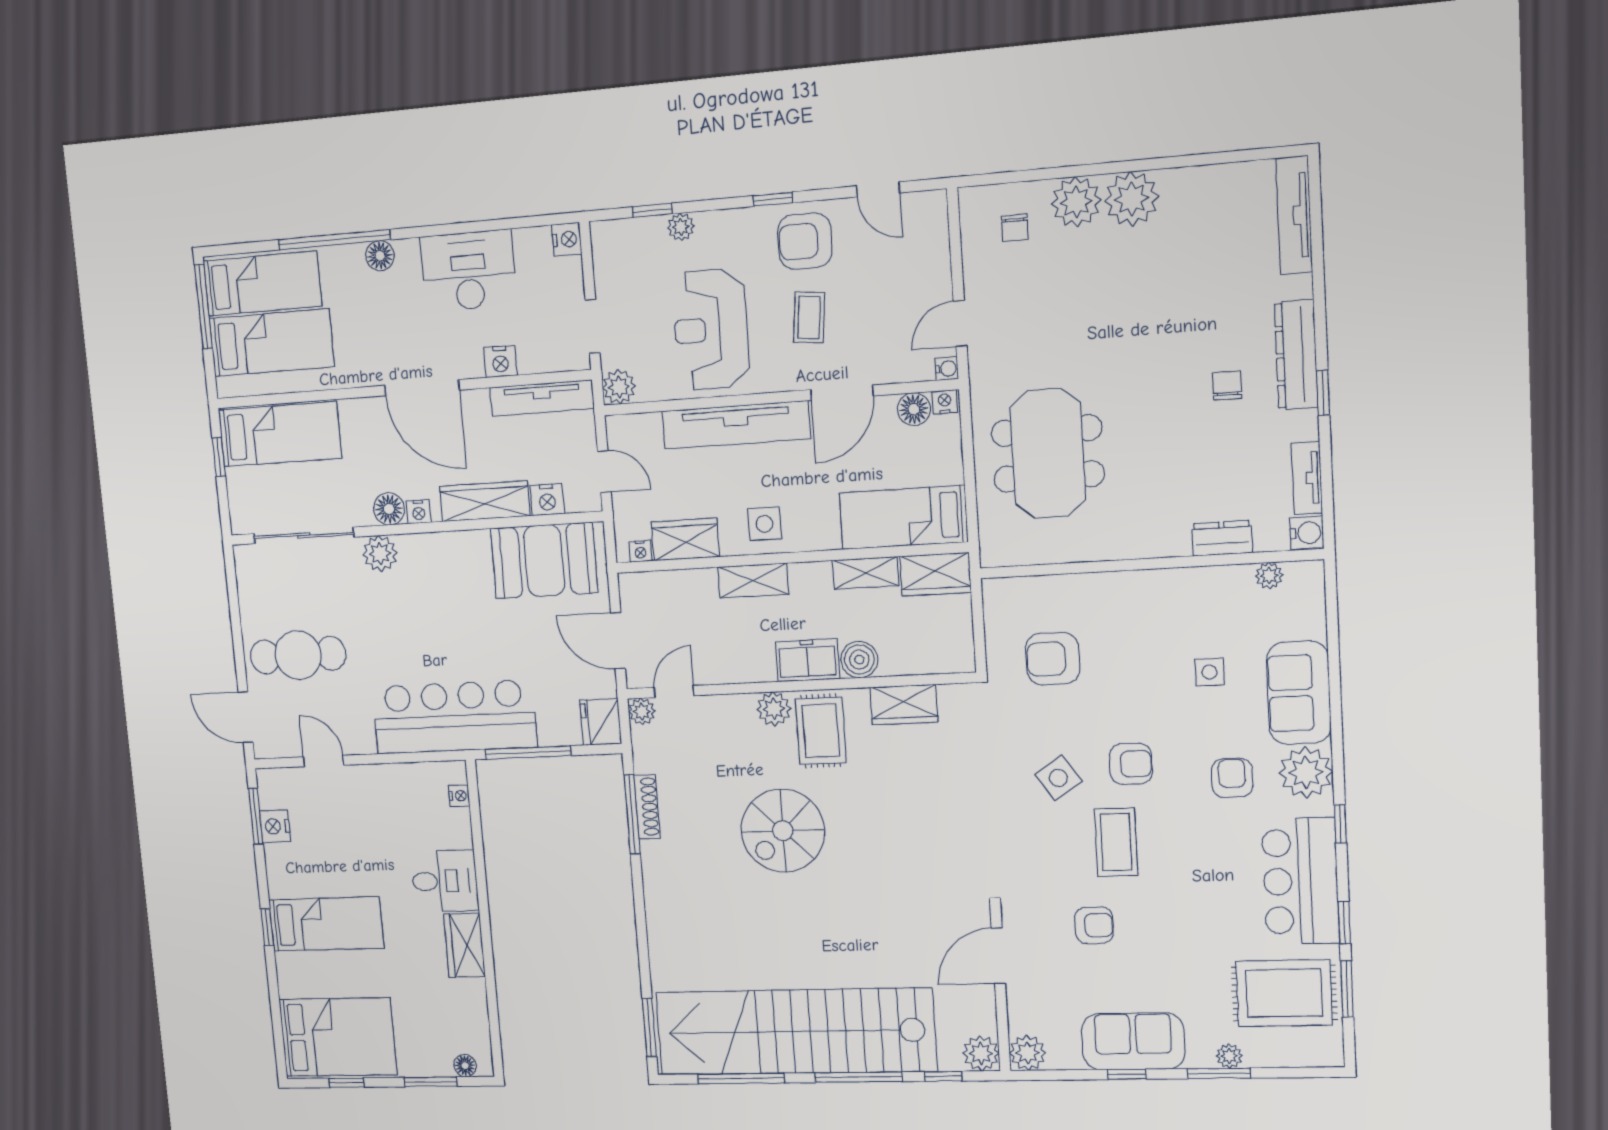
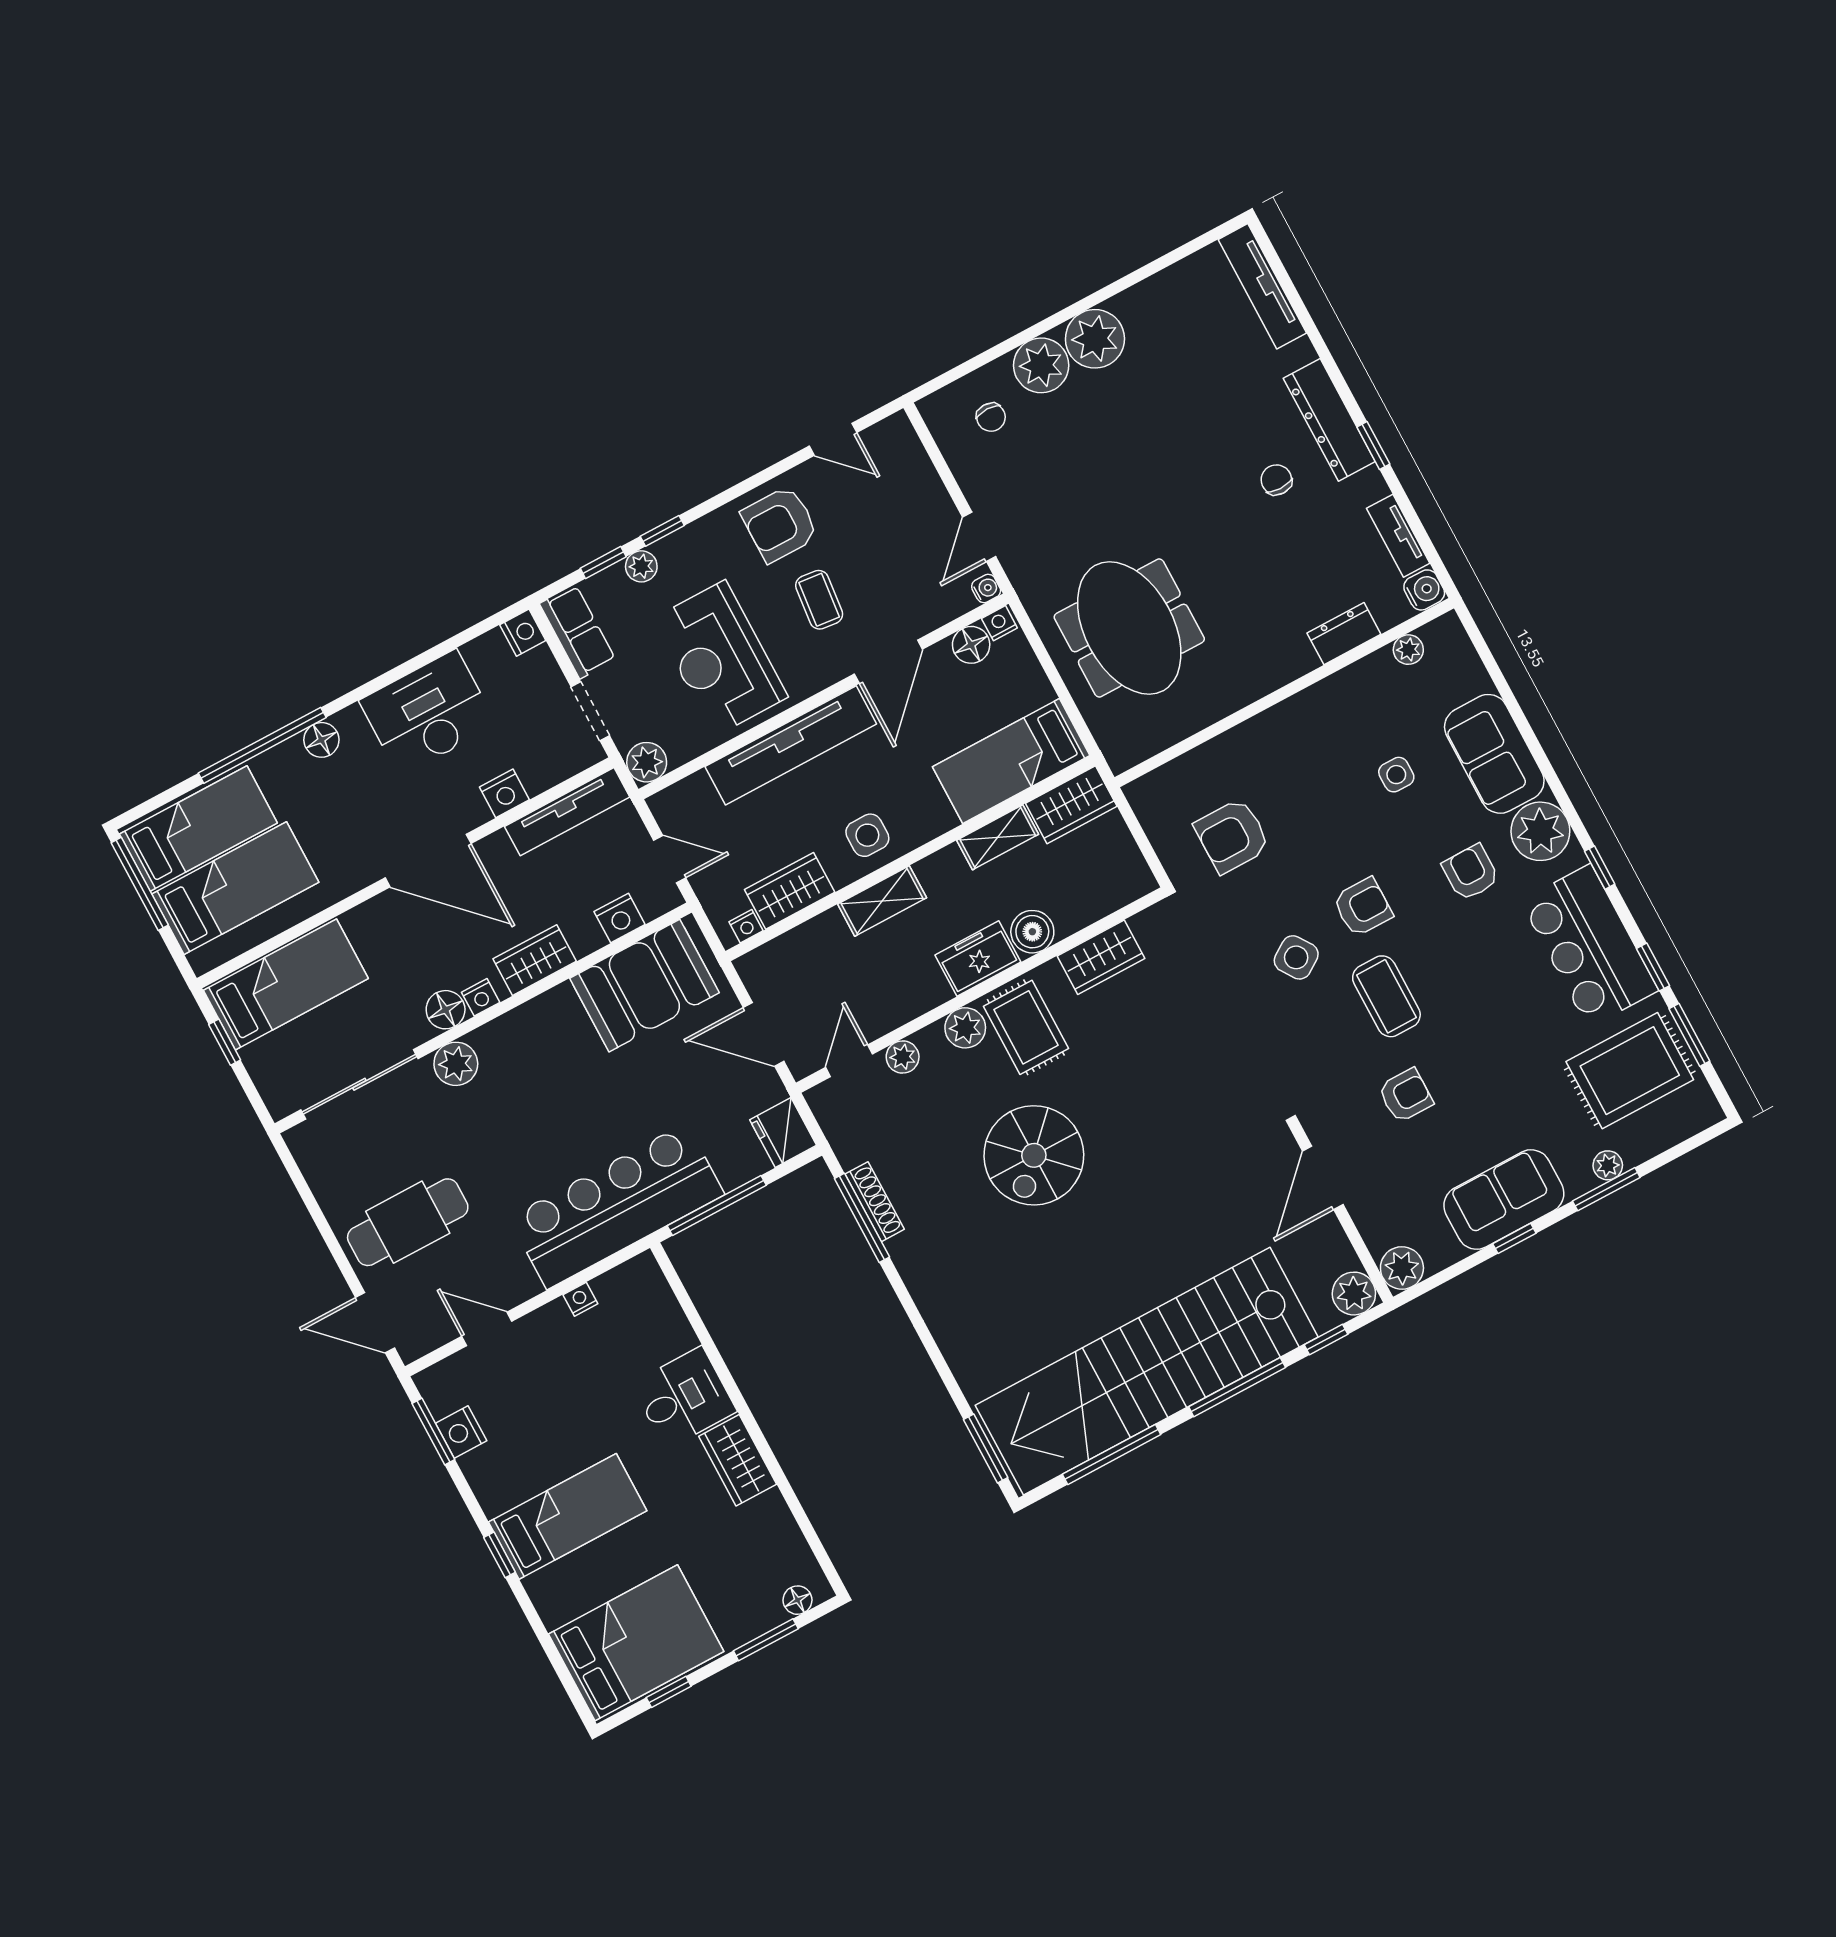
window: (773, 199) -> (662, 531), moved
row of seats: (609, 258) -> (578, 632), added
wardrobe: (485, 501) -> (535, 960), width x0.67
plant: (642, 712) -> (903, 1057), moved
nightstand: (459, 796) -> (580, 1299), moved, turned -90

